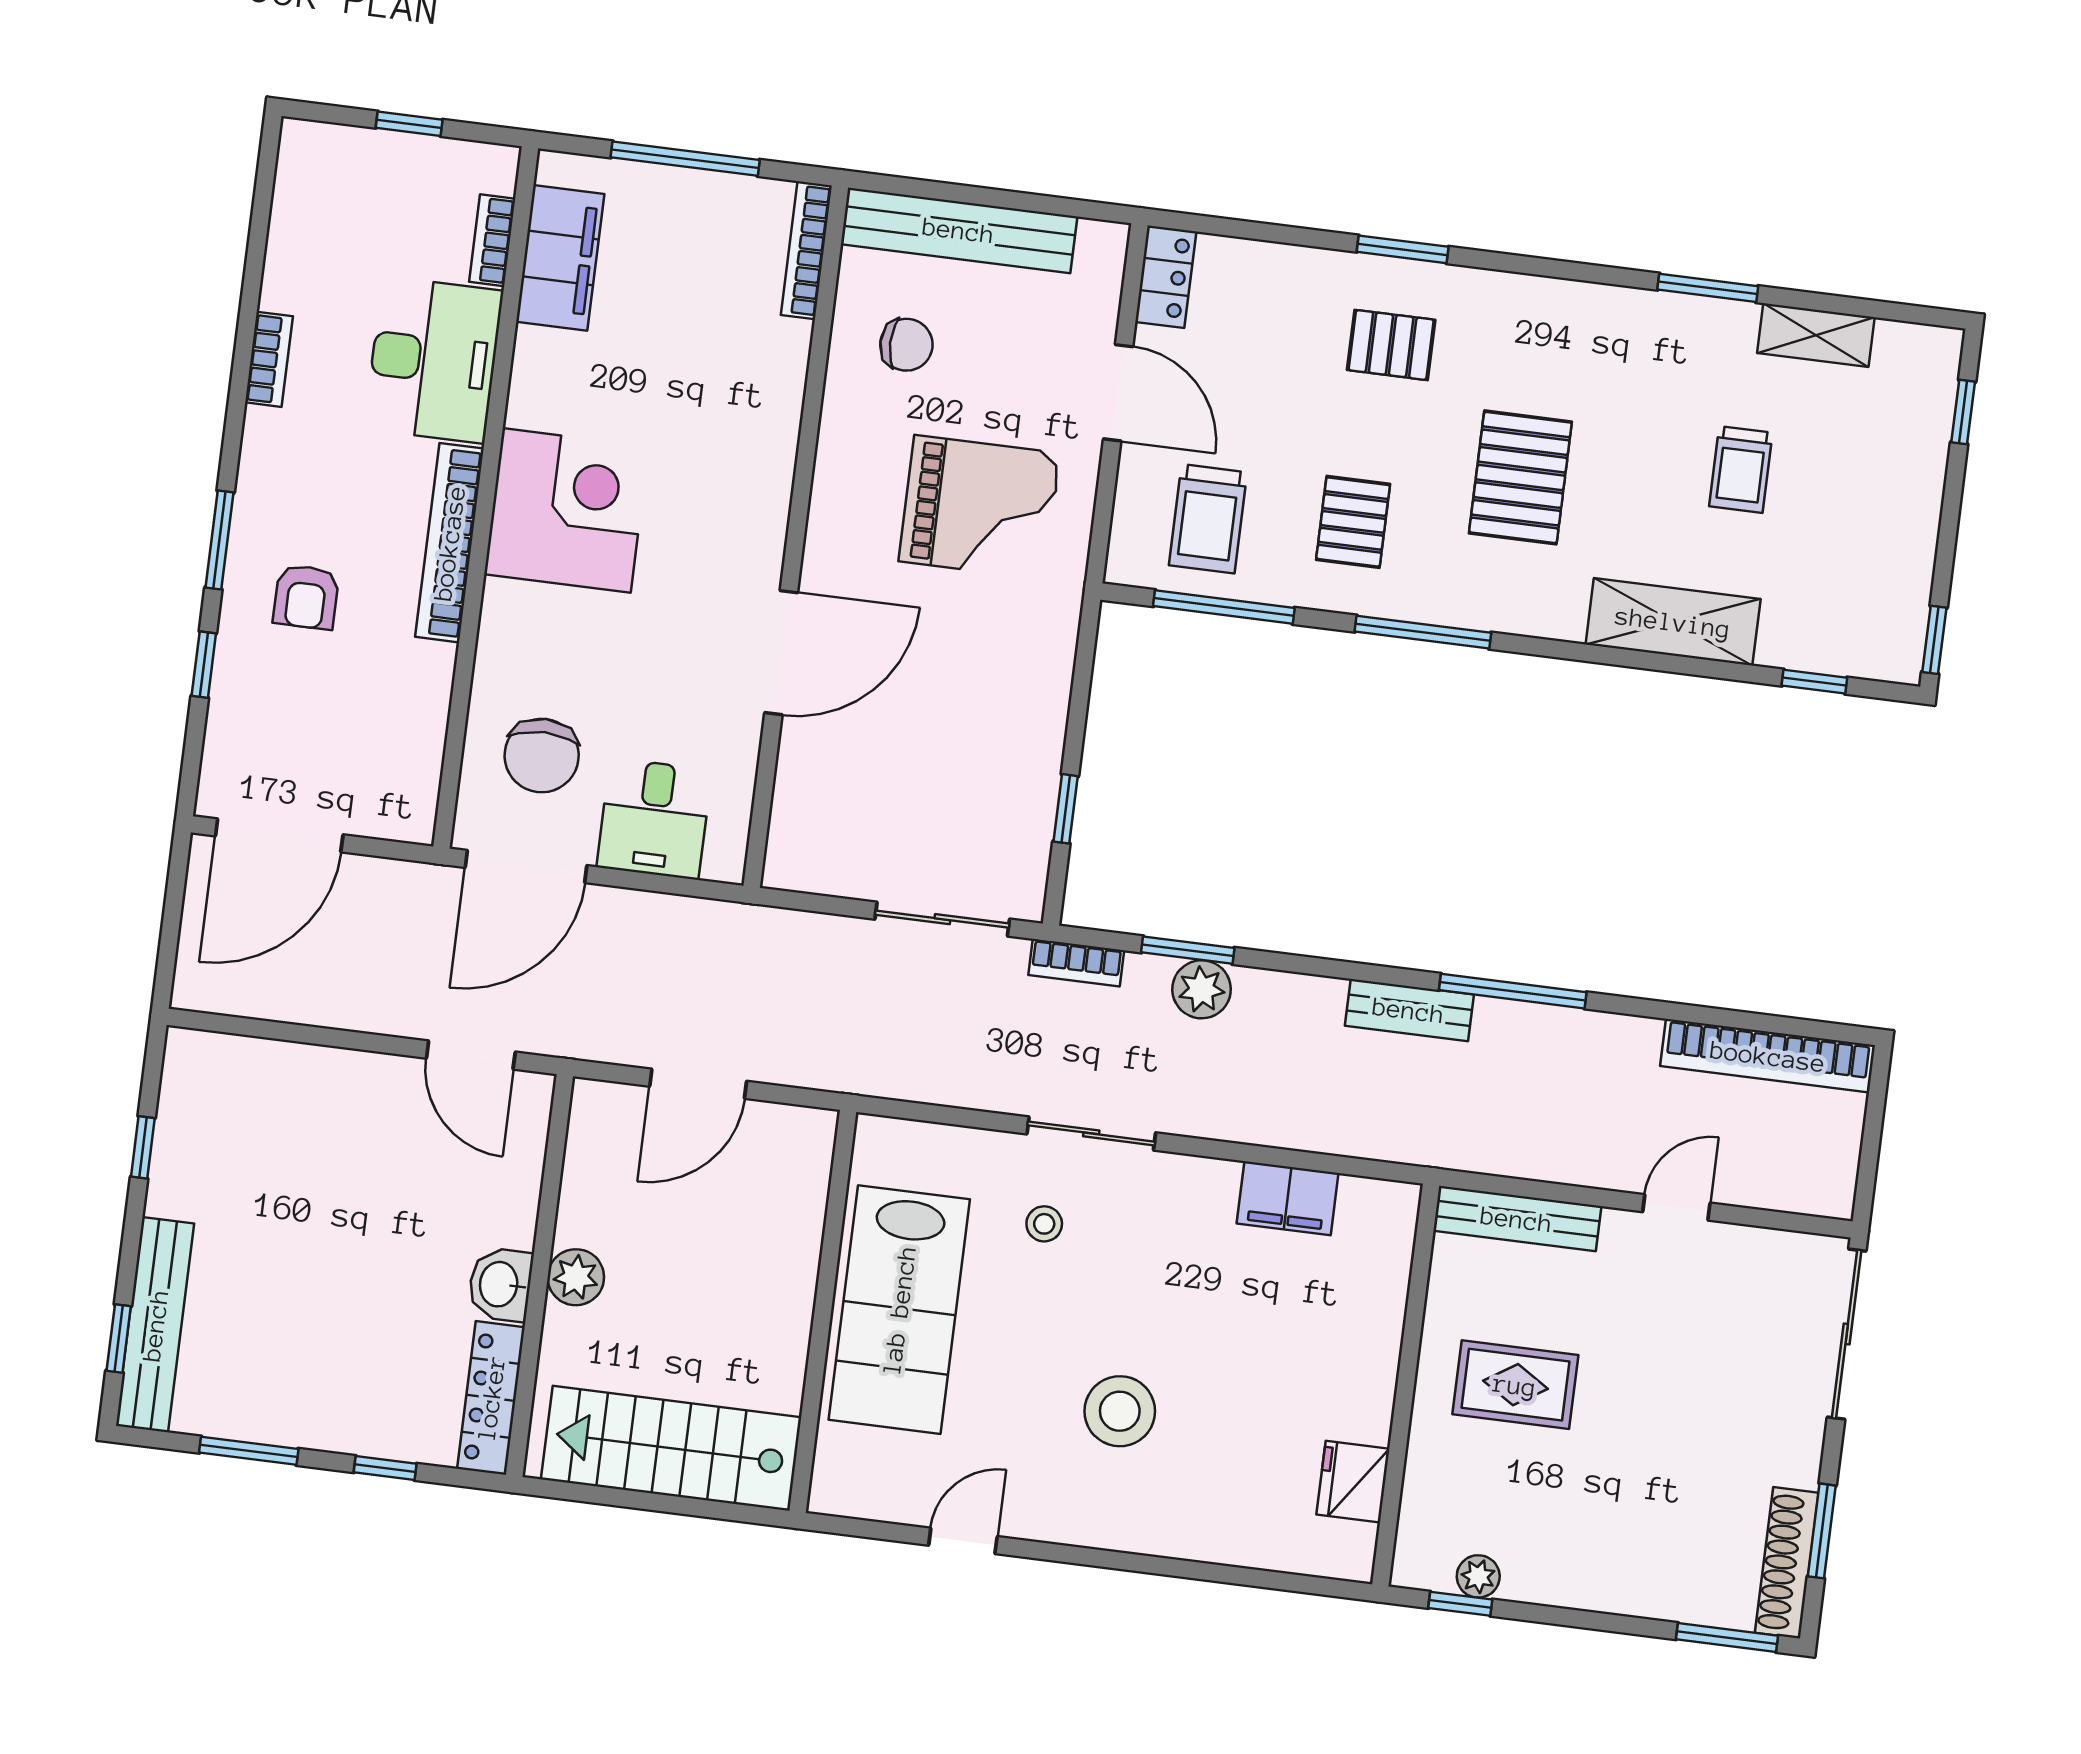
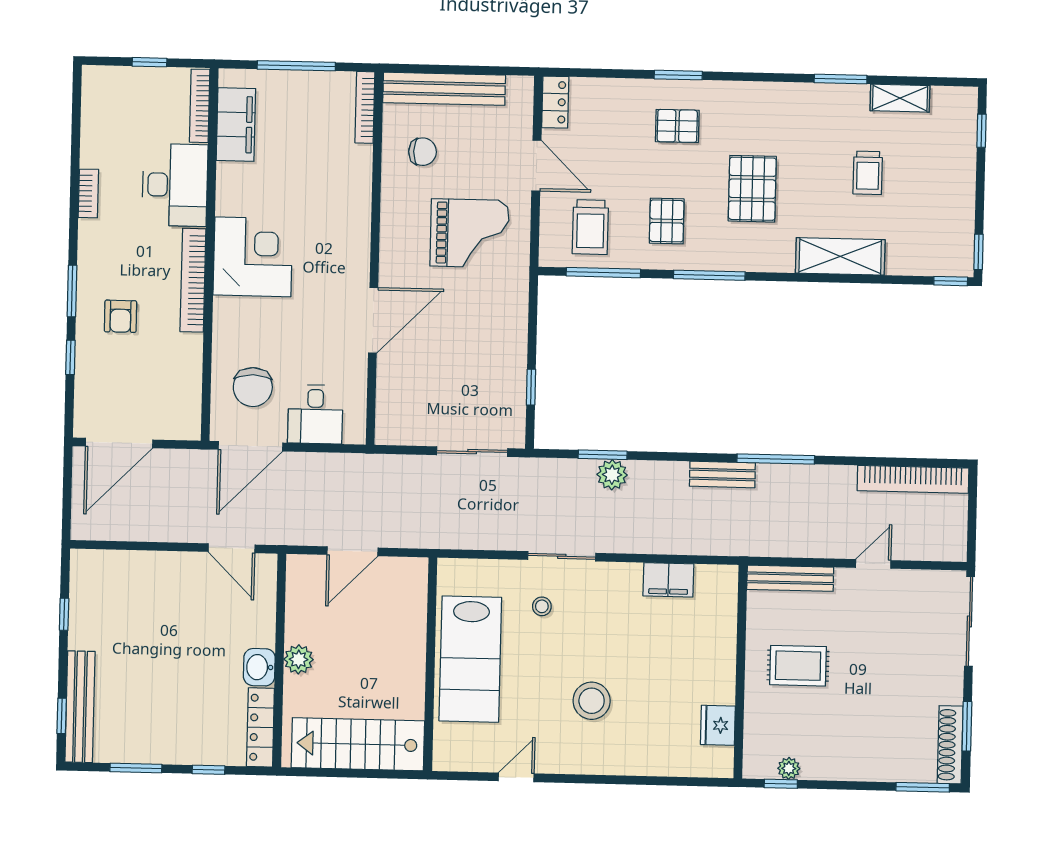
bookcase: (492, 240) -> (200, 106), width x1.56
window: (1814, 682) -> (951, 281), moved
bookcase: (1076, 963) -> (545, 467), removed

